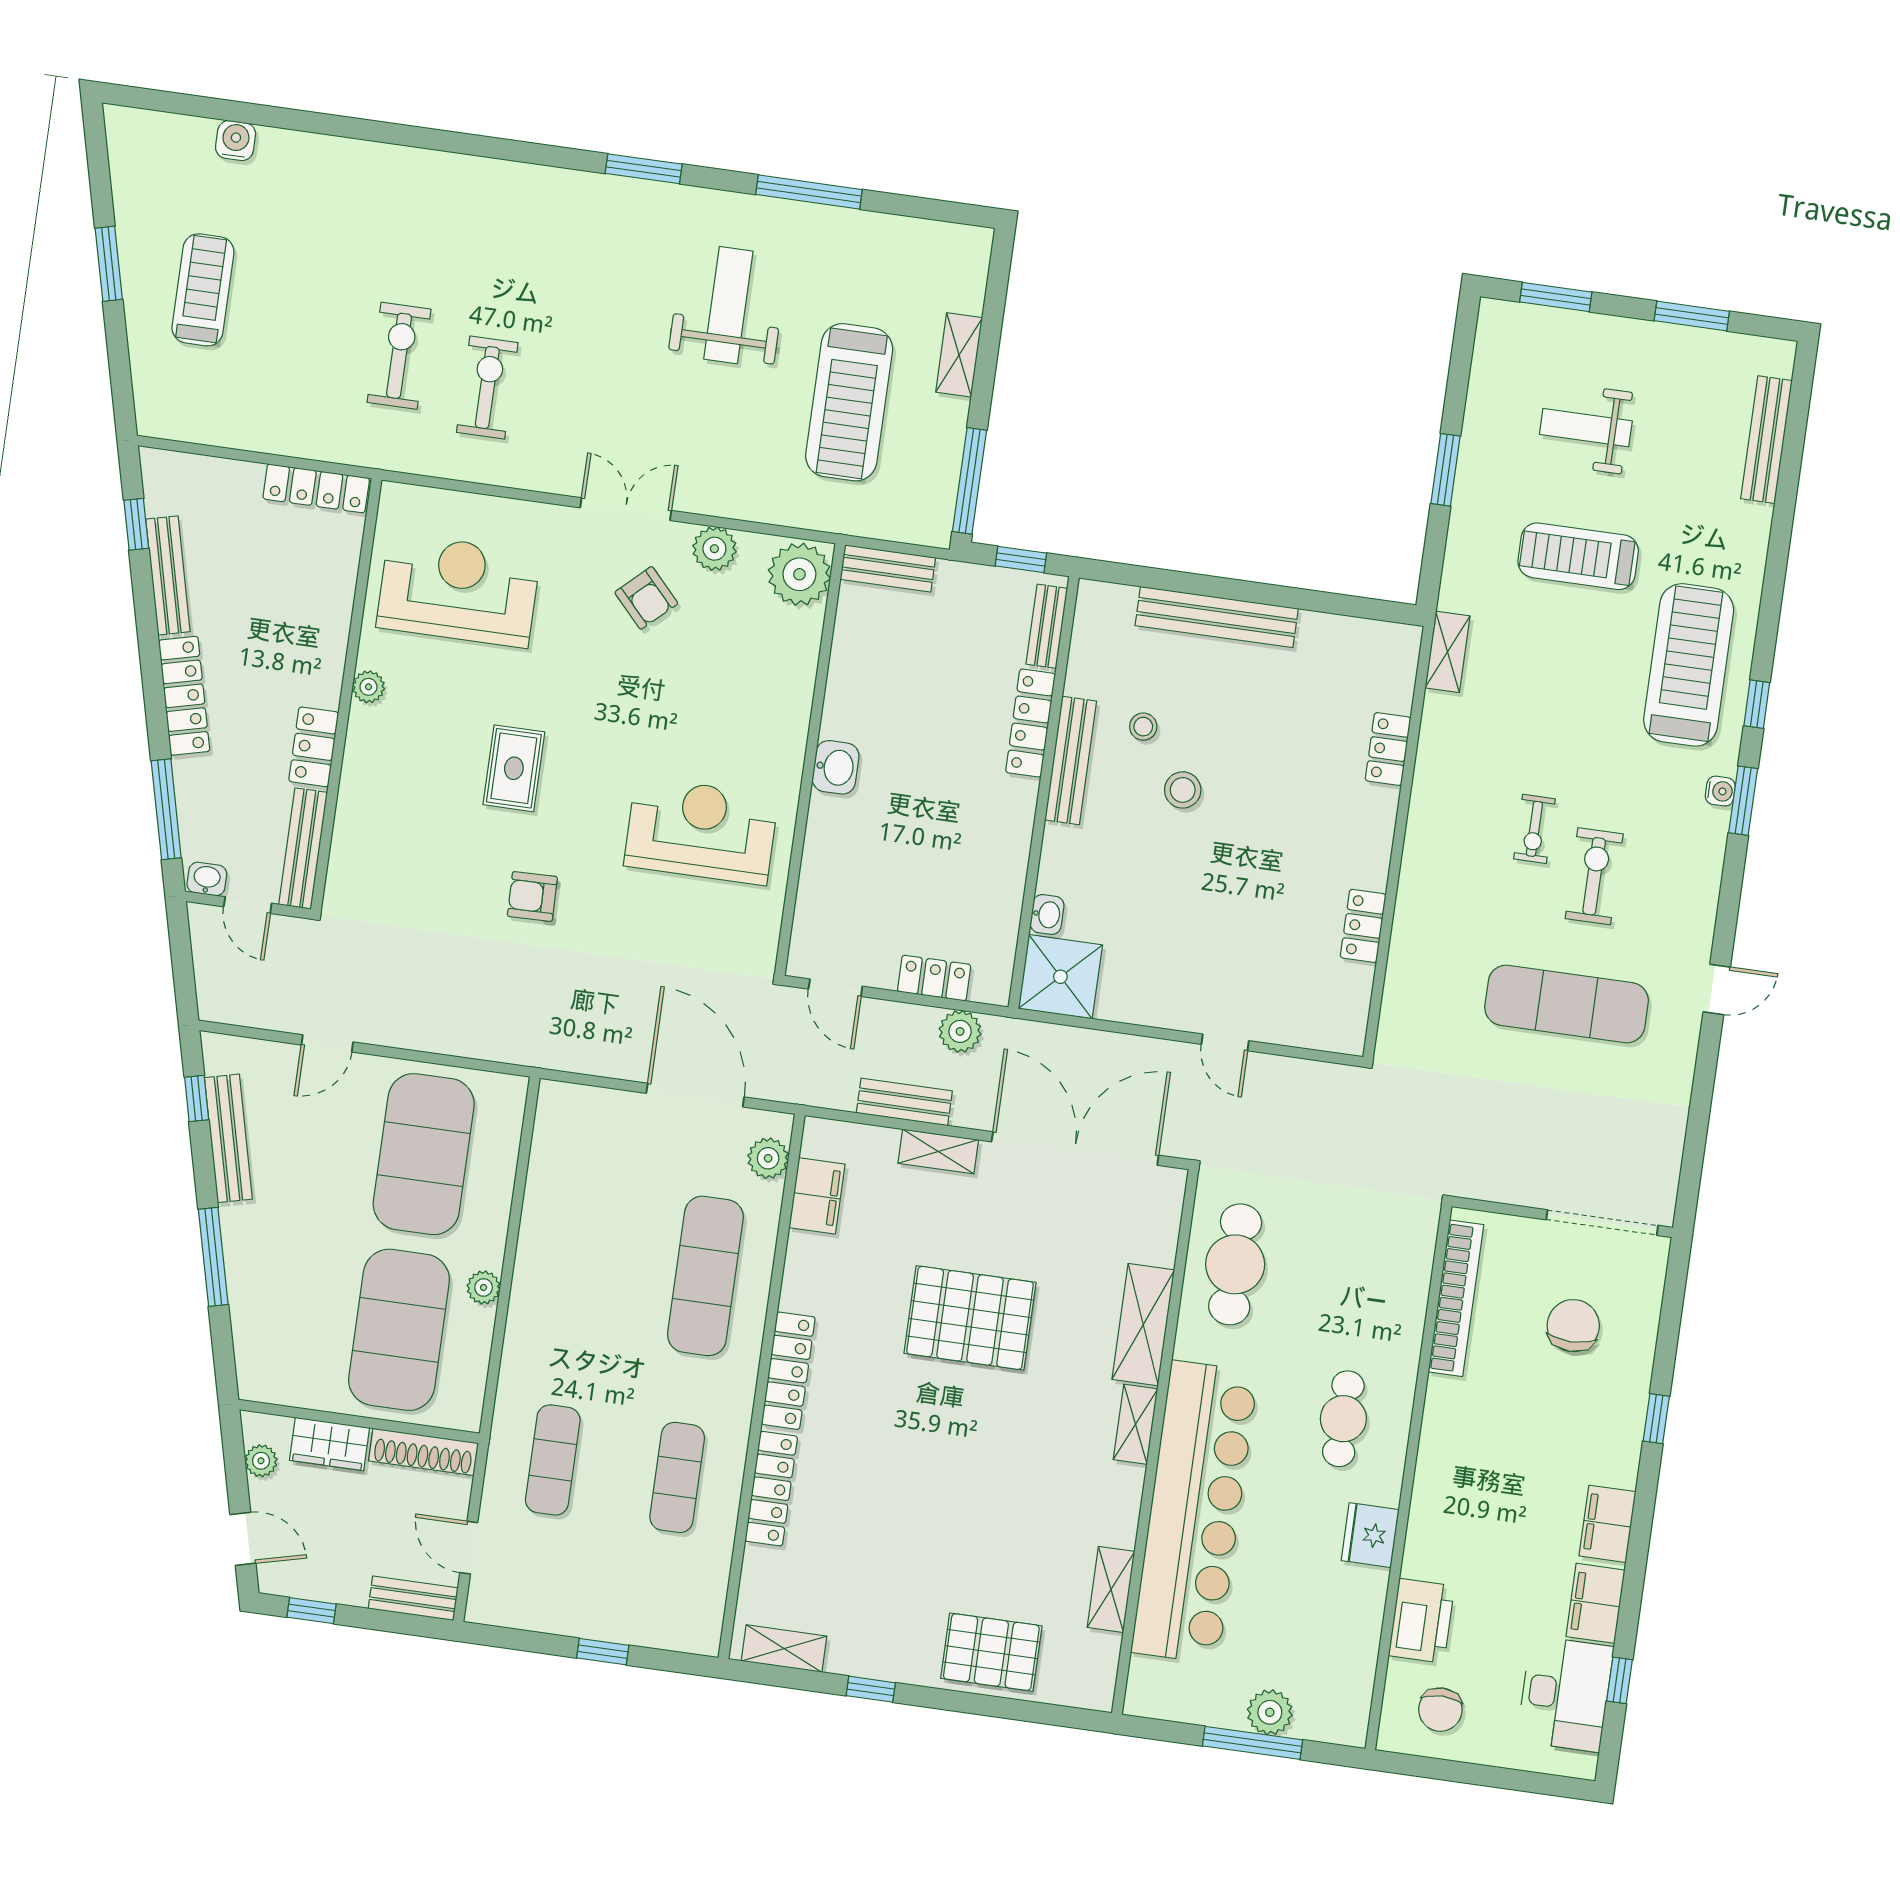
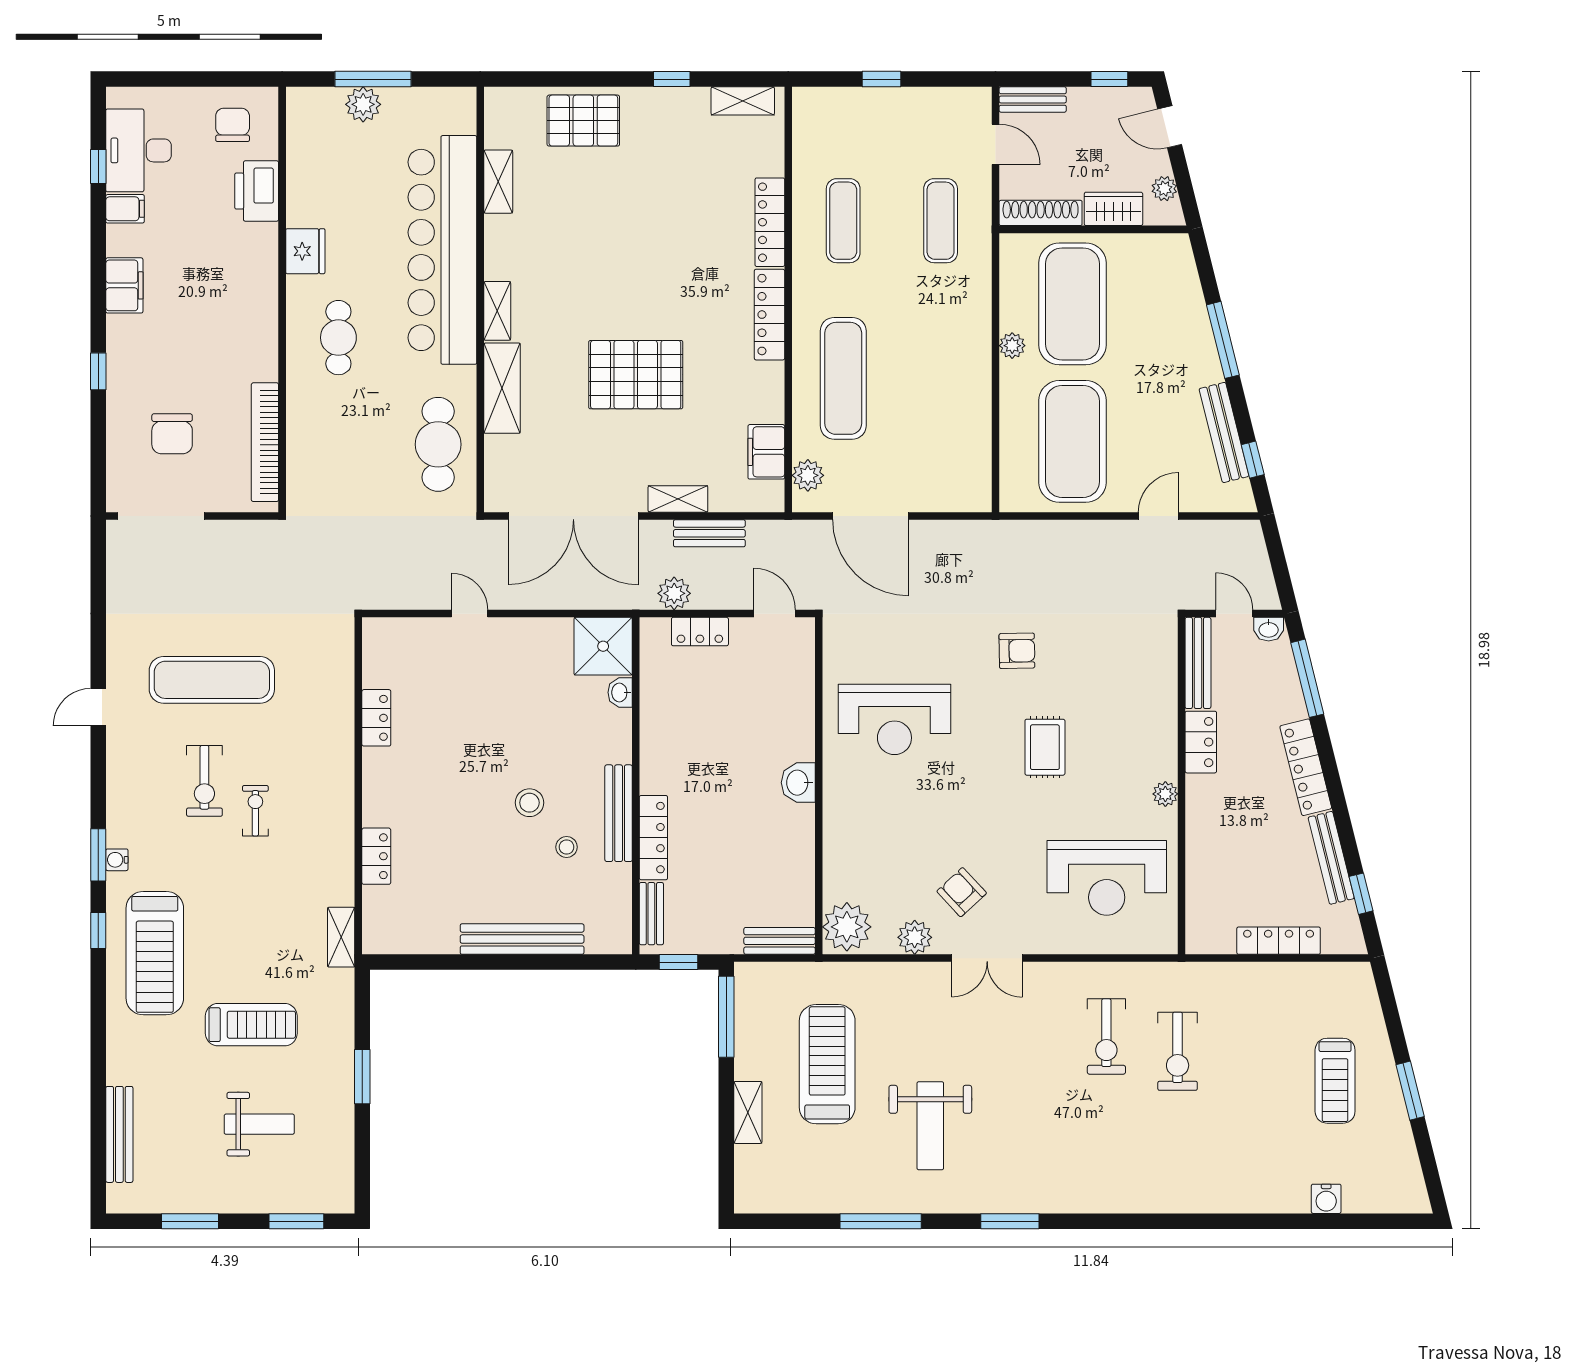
locker: (316, 488) -> (1279, 941), moved
filing cabinet: (1595, 1603) -> (125, 209), width x0.50

